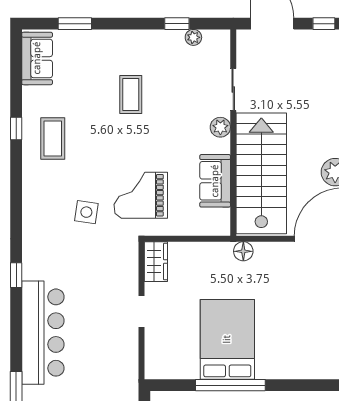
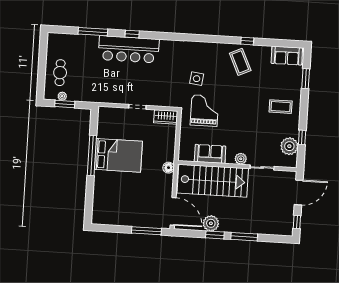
plant: (193, 37) -> (289, 146), width x1.87, depth x1.87
coffee table: (131, 95) -> (281, 107), moved
coffee table: (53, 138) -> (240, 62), turned 65
window: (16, 275) -> (132, 34), moved

